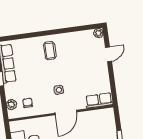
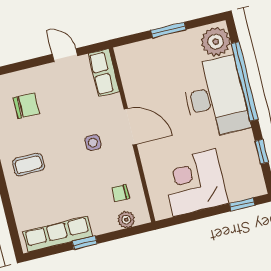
chair: (84, 53) -> (26, 106), added
door: (108, 54) -> (65, 55), moved

